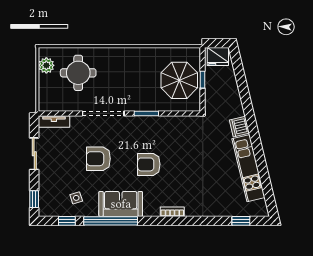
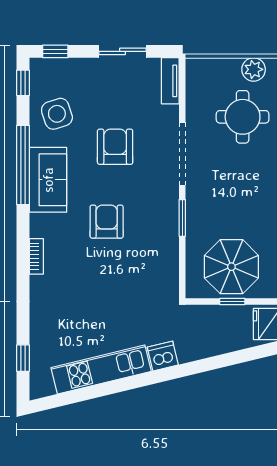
side table: (76, 198) -> (57, 114), width x1.87, depth x1.87
window: (67, 221) -> (23, 83), moved

